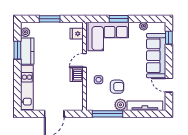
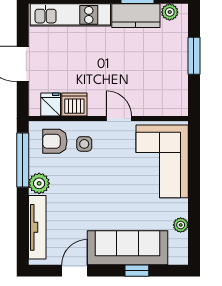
window: (119, 19) -> (194, 180), removed
fridge: (77, 34) -> (51, 105), moved
window: (169, 38) -> (137, 271), moved
dishwasher: (77, 75) -> (74, 105), moved
armchair: (117, 87) -> (55, 141), moved, turned 90

